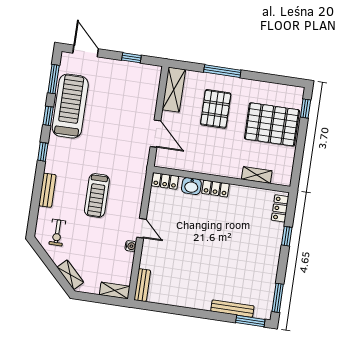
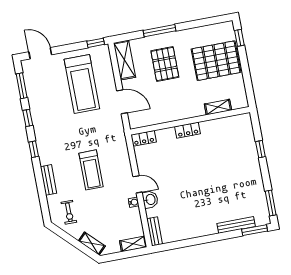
window: (131, 58) -> (96, 43), moved
treadmill: (70, 106) -> (82, 84), moved, turned 180
washbasin: (191, 186) -> (150, 200), moved, turned -90
locker: (280, 208) -> (247, 128), removed

